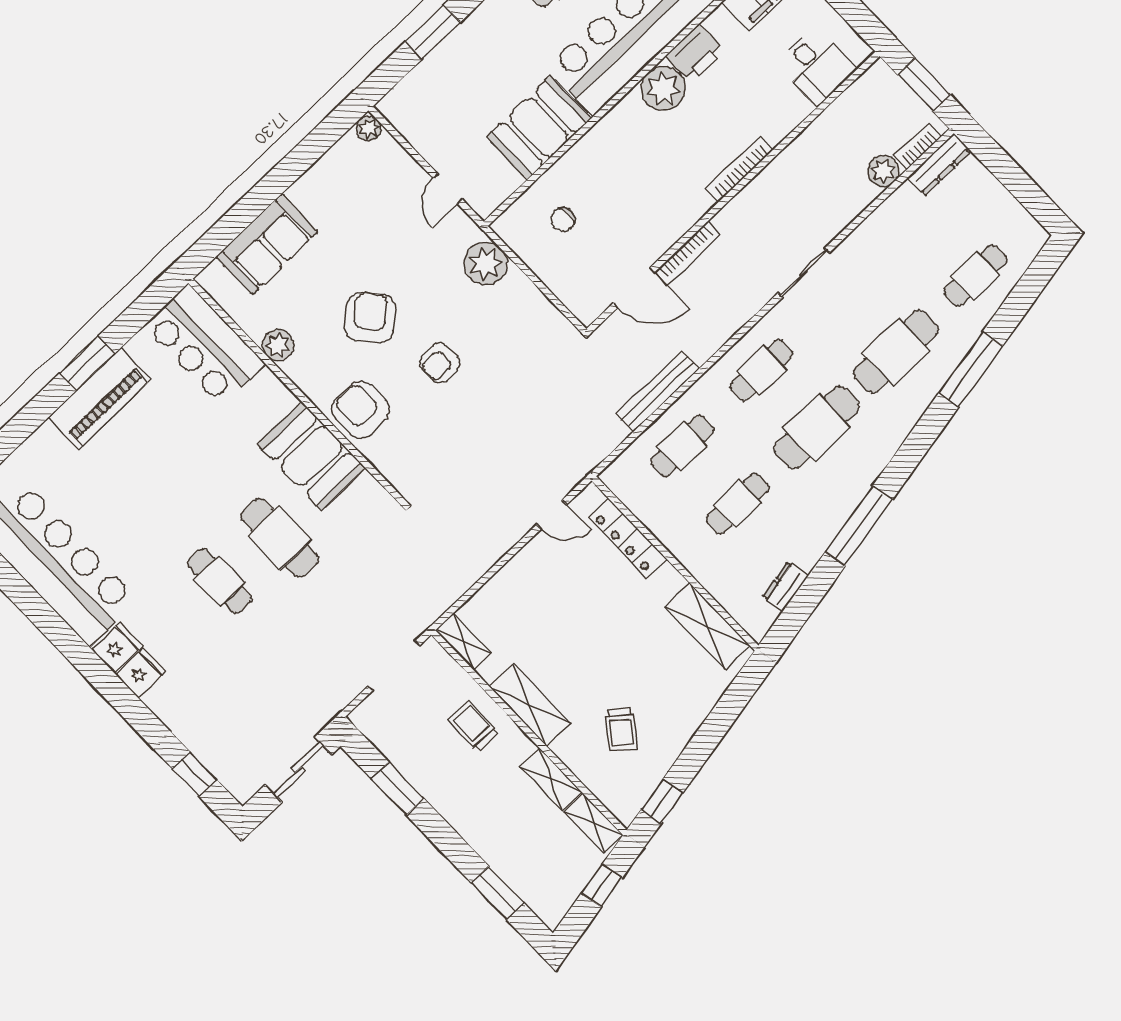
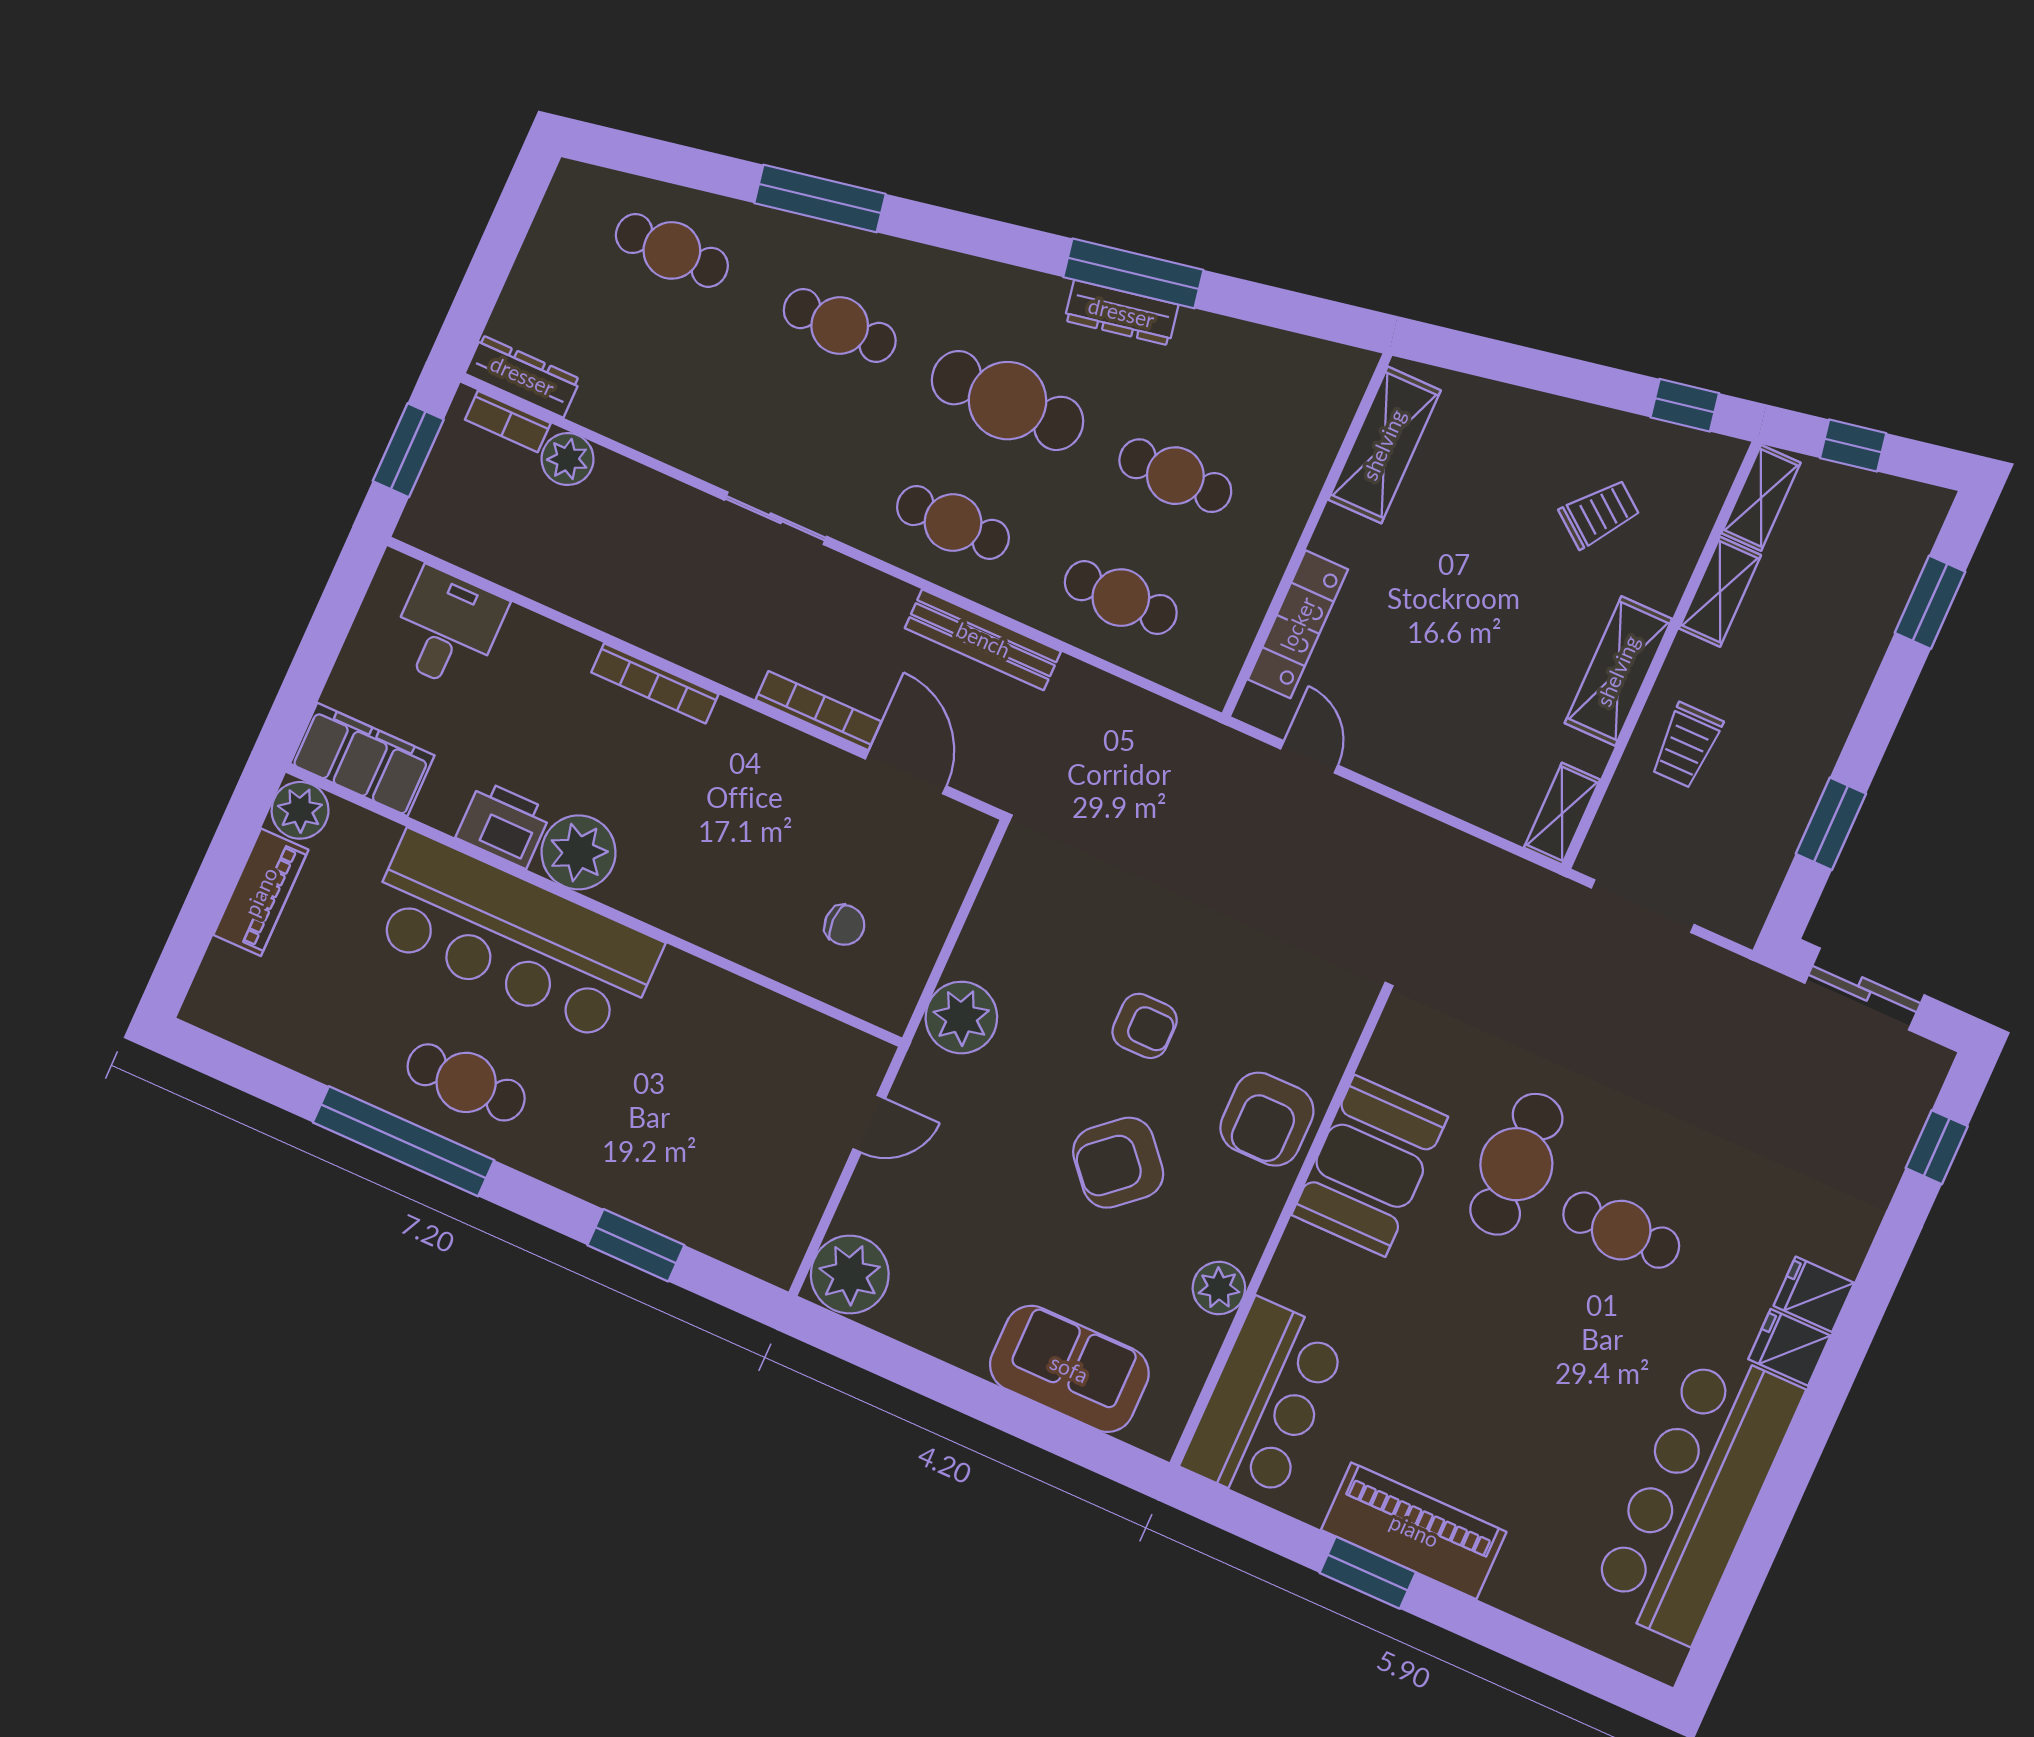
booth: (539, 128) -> (717, 1020), removed
plant: (369, 129) -> (850, 1275), width x1.87, depth x1.87
cafe table: (896, 352) -> (840, 325), width x0.73, depth x0.74
bench: (657, 391) -> (983, 640), moved
cafe table: (220, 581) -> (1621, 1230), turned 90
dresser: (785, 587) -> (1121, 313), moved, width x1.44

